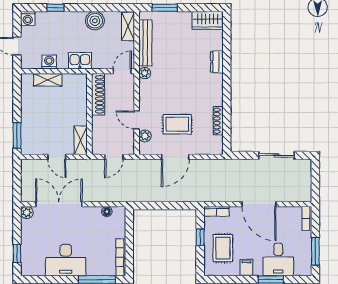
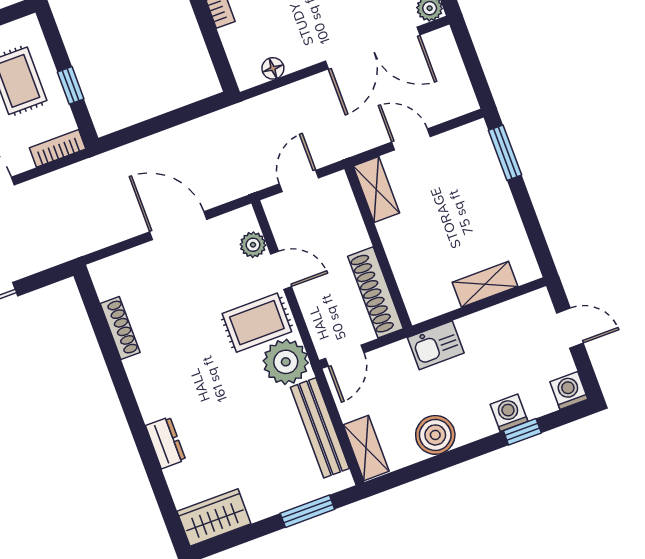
washing machine: (49, 62) -> (509, 413), moved, turned 180
plant: (145, 73) -> (286, 362), width x1.87, depth x1.87
rug: (177, 124) -> (257, 323), moved
door: (175, 157) -> (178, 226), hinge flipped

